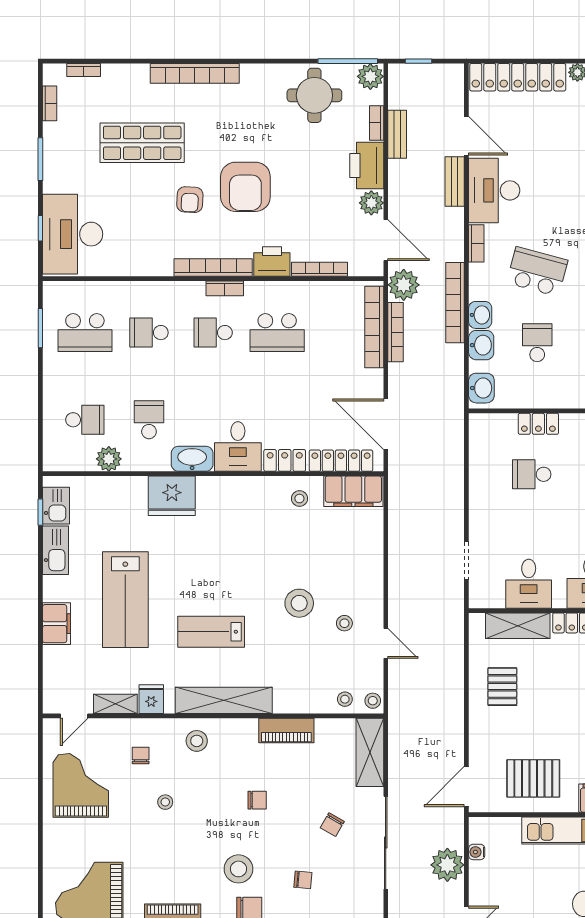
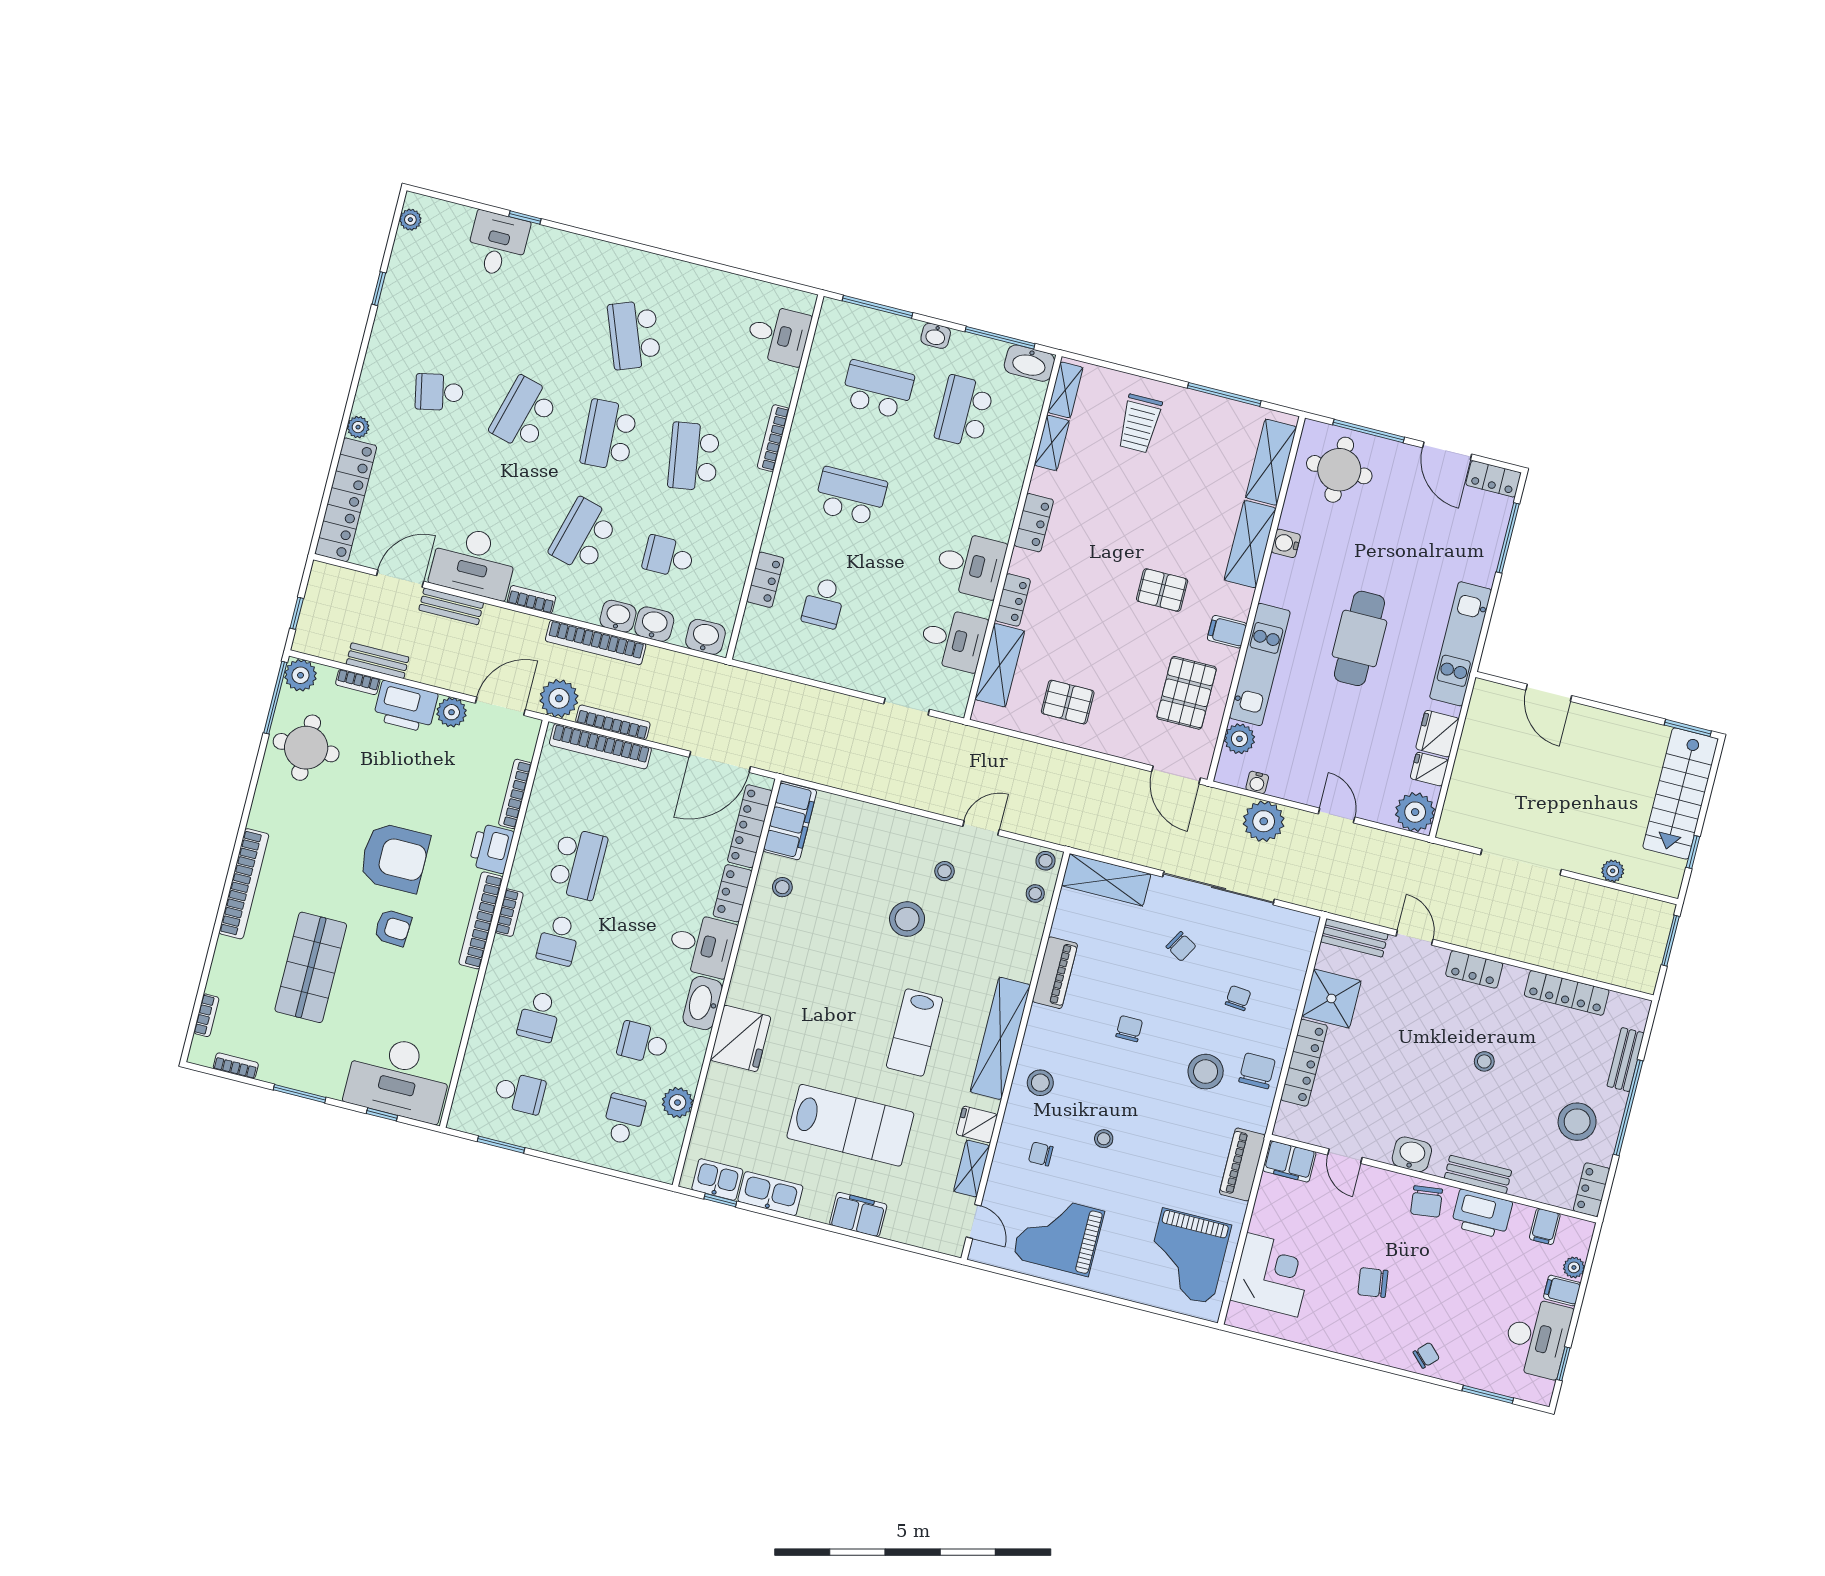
school desk: (85, 333) -> (520, 1093), width x0.54
plant: (508, 829) -> (1239, 739), added

